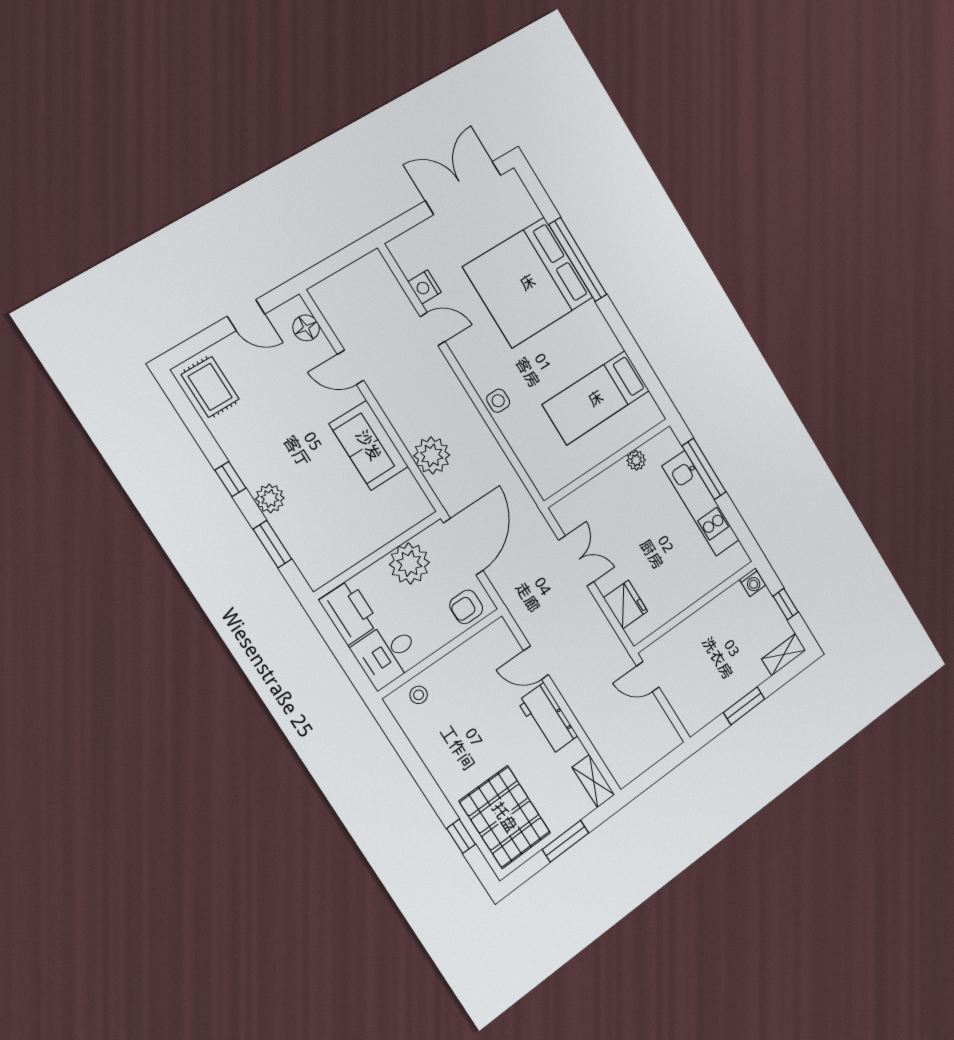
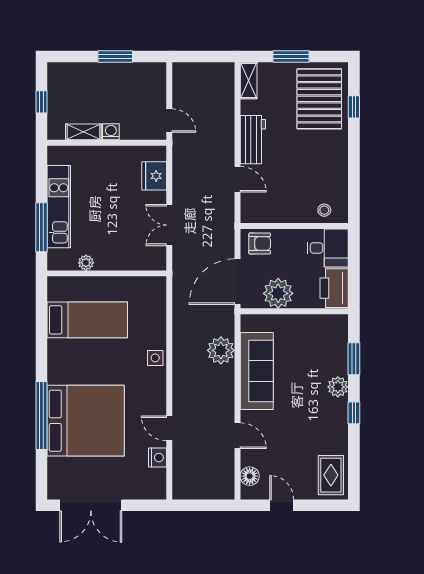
sofa: (369, 445) -> (257, 371), width x1.36
washing machine: (753, 582) -> (111, 132), moved
shelving: (784, 655) -> (83, 132), moved

